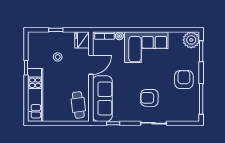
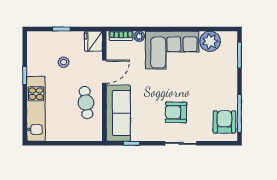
plant: (191, 40) -> (210, 41), moved
armchair: (184, 79) -> (224, 122), moved
cafe table: (78, 105) -> (86, 103), moved

